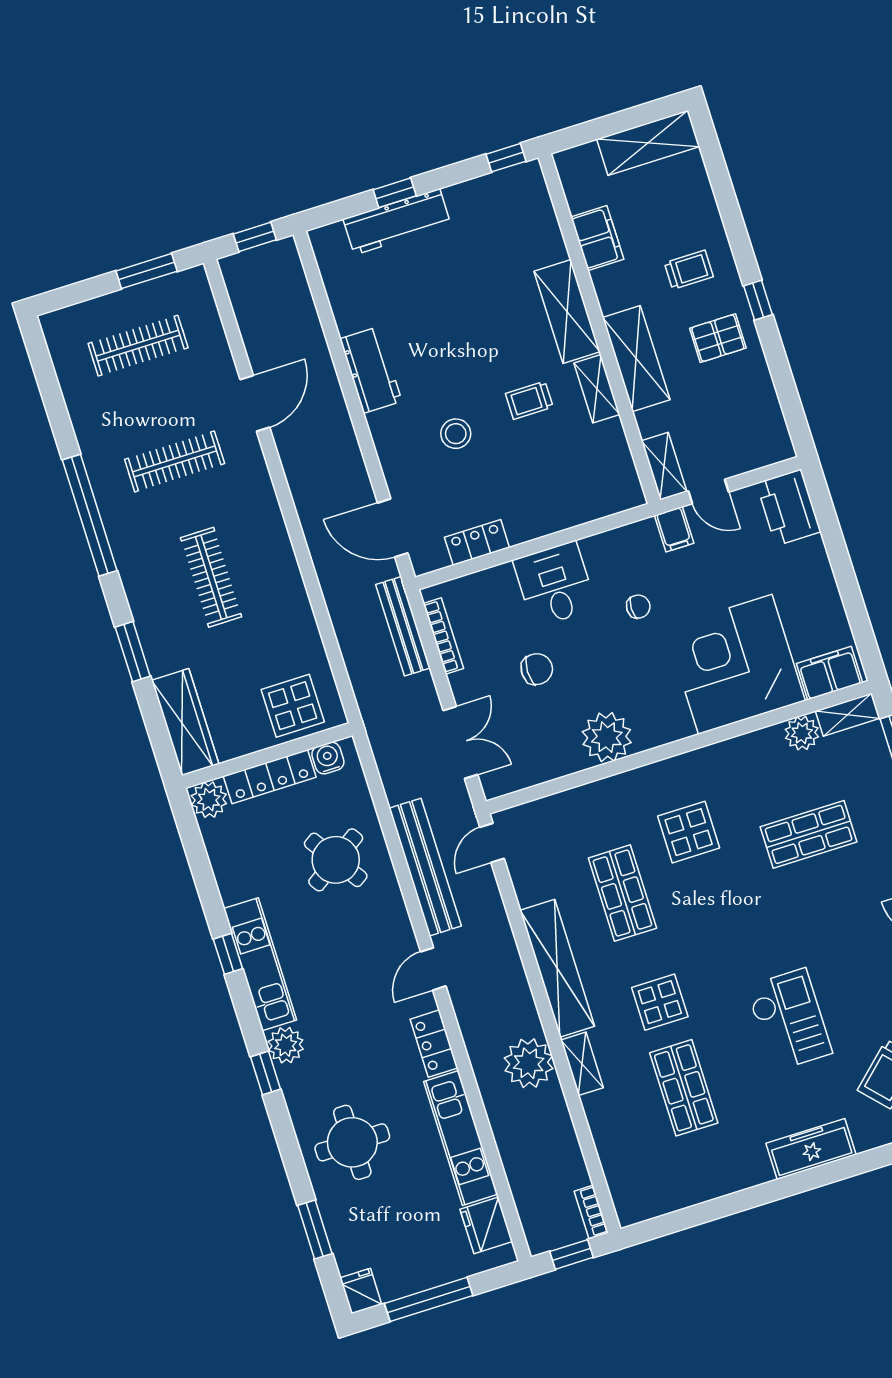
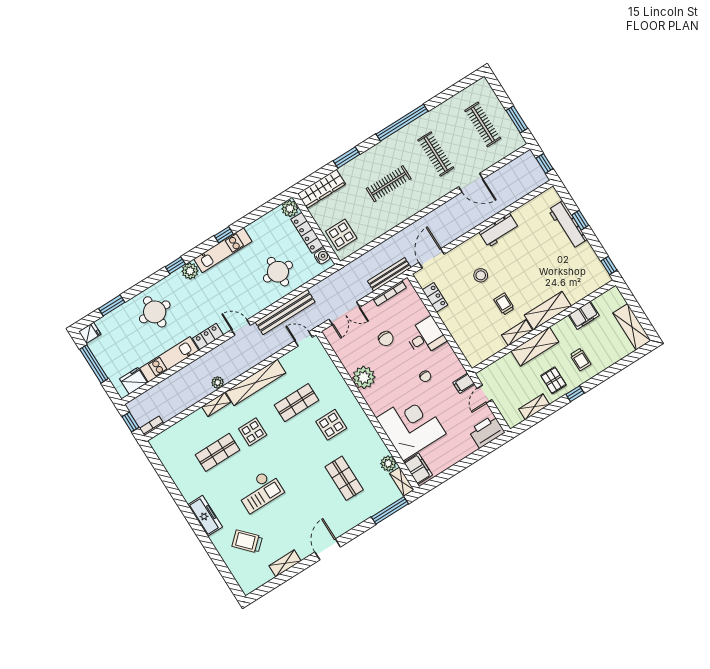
shelving: (664, 466) -> (534, 407), moved
round table: (336, 860) -> (278, 272), turned 34
plant: (529, 1063) -> (218, 382), width x0.53, depth x0.53

